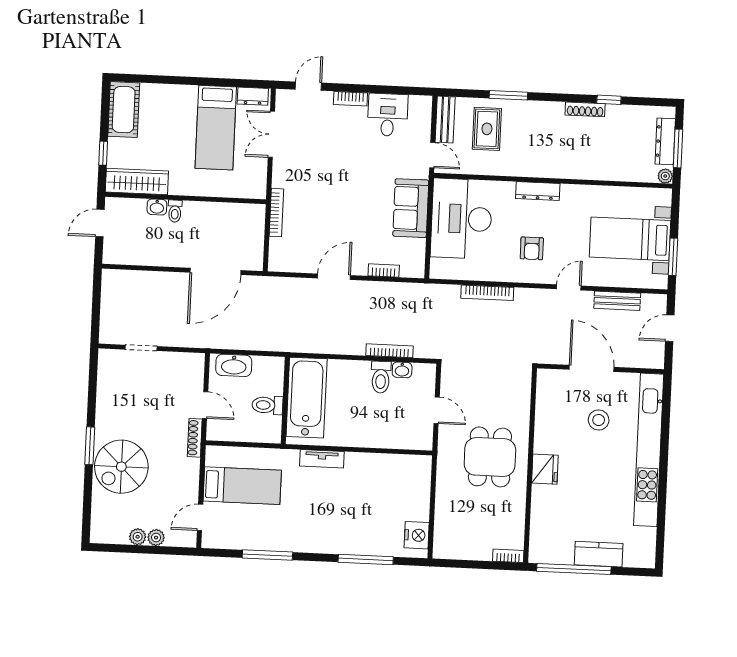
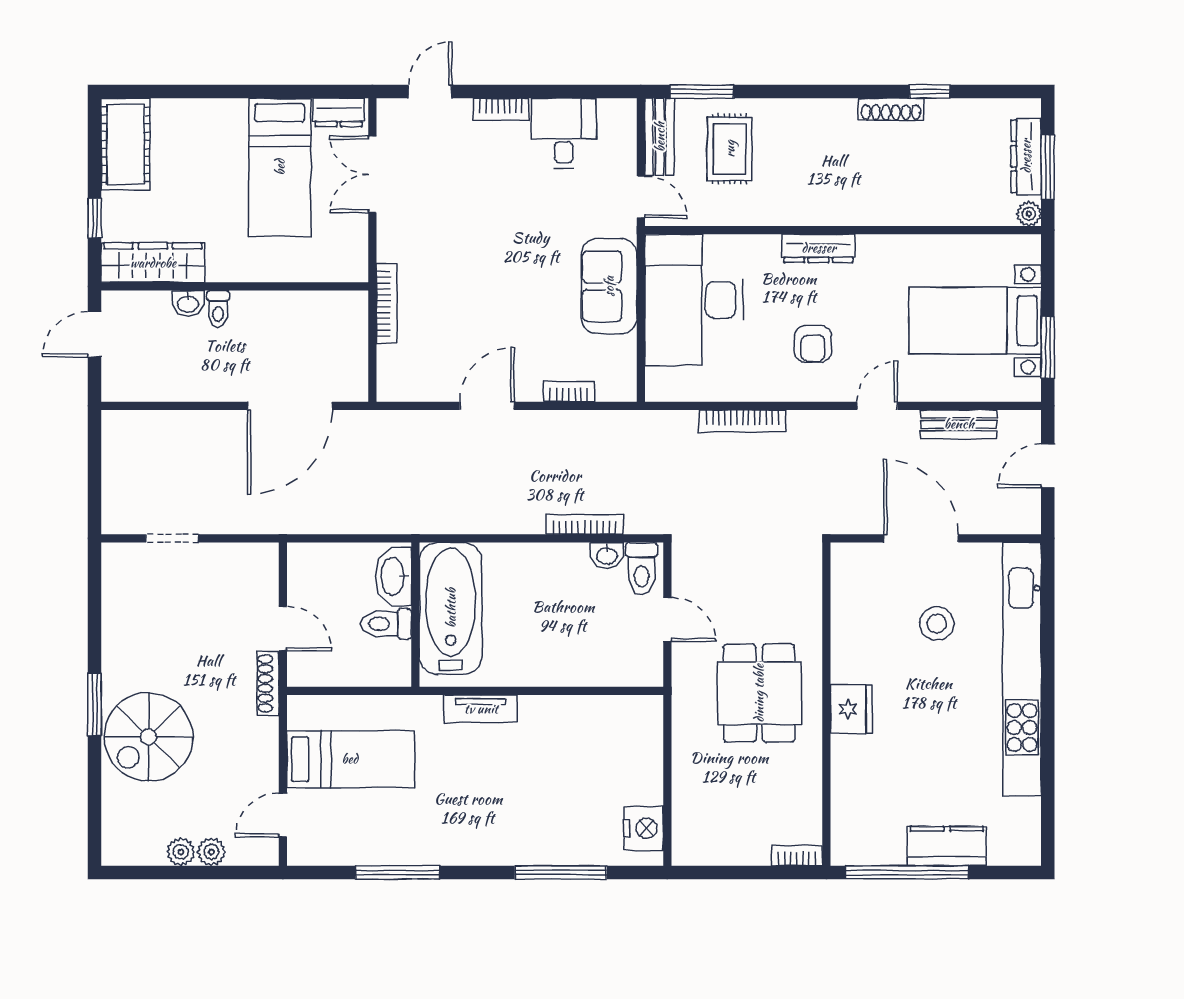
window: (508, 95) -> (702, 92), moved
washbasin: (234, 365) -> (393, 576), moved, turned 90
toilet: (381, 377) -> (642, 569), moved

